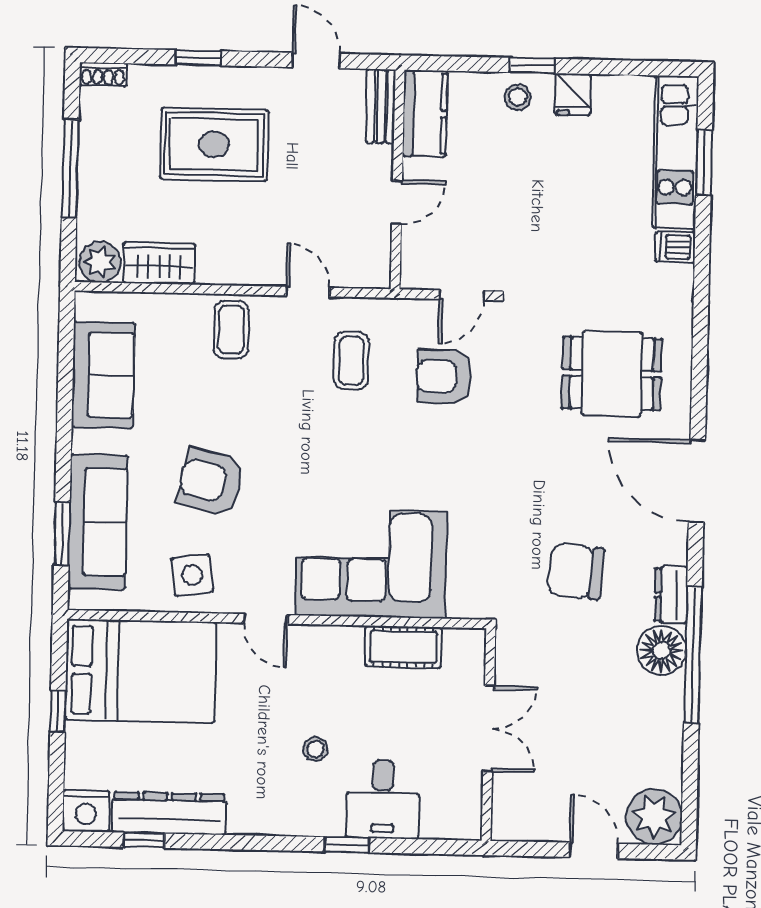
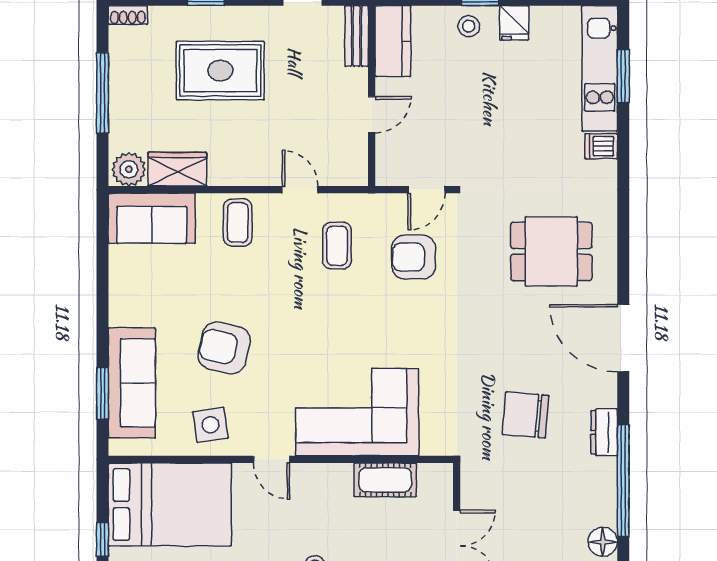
sofa: (103, 375) -> (152, 218), moved, turned 90
floor lamp: (661, 651) -> (603, 542), moved, width x0.73, depth x0.73

